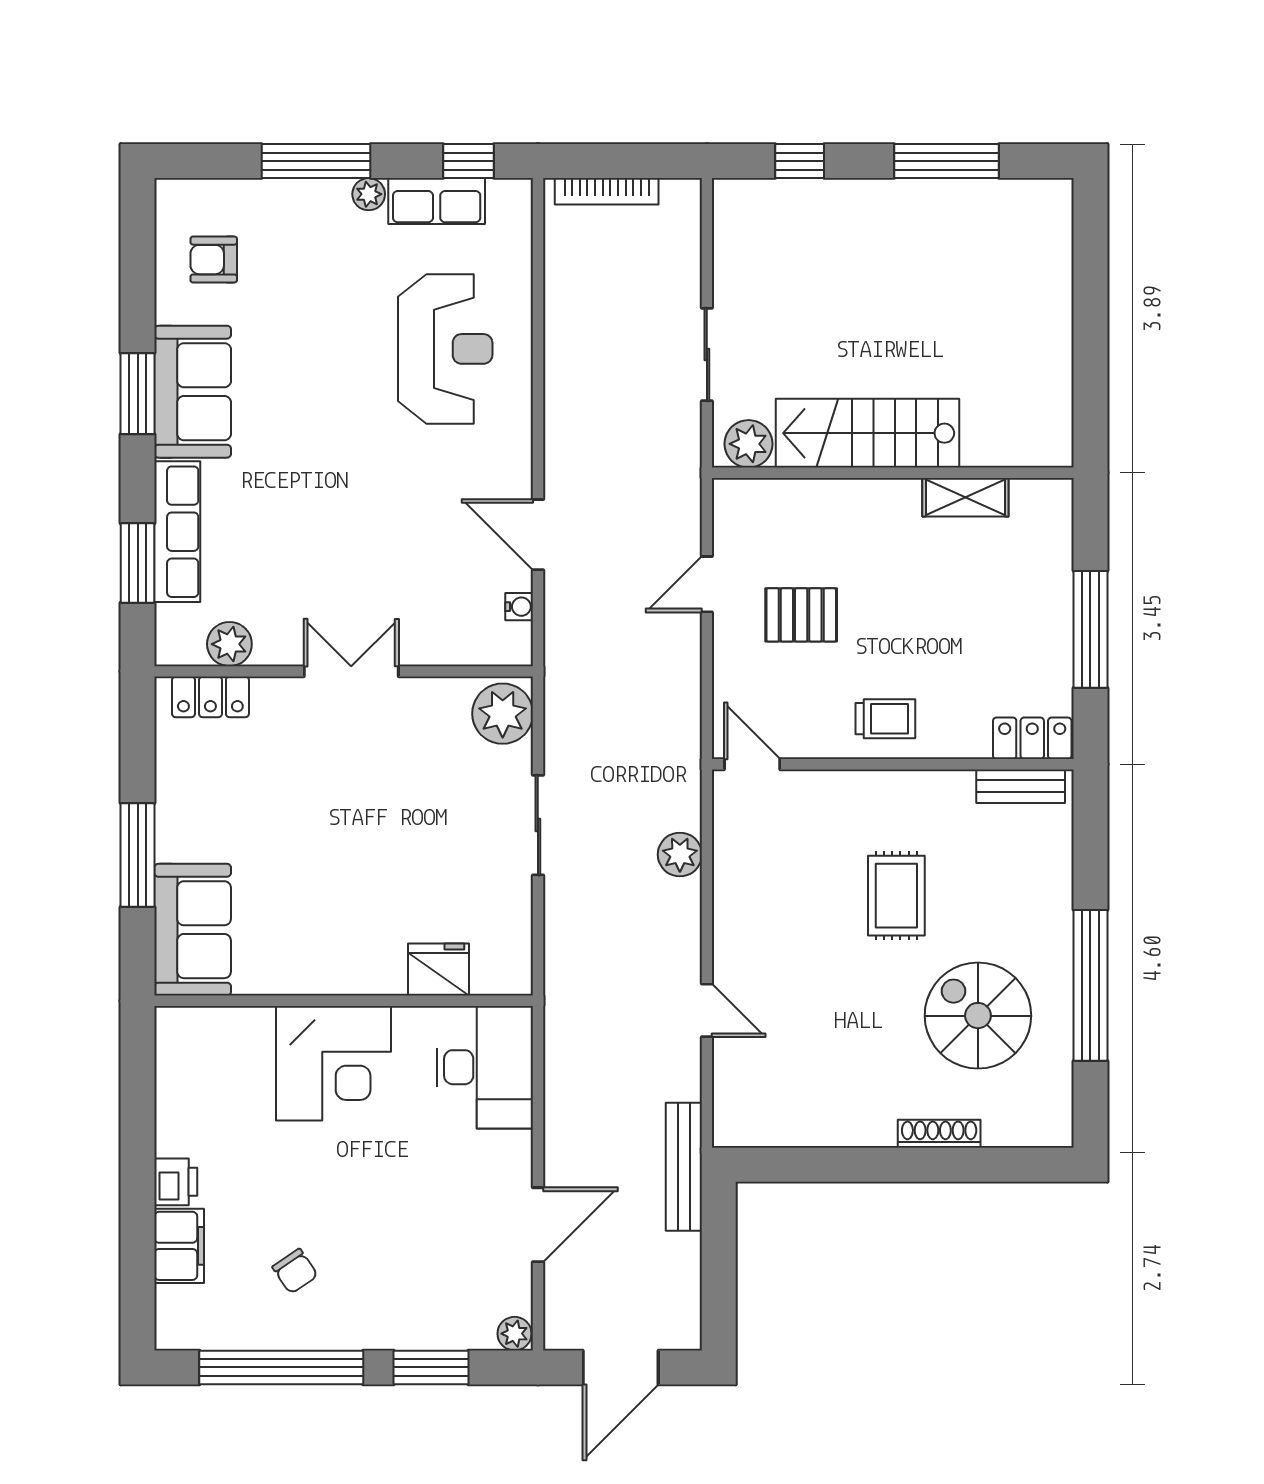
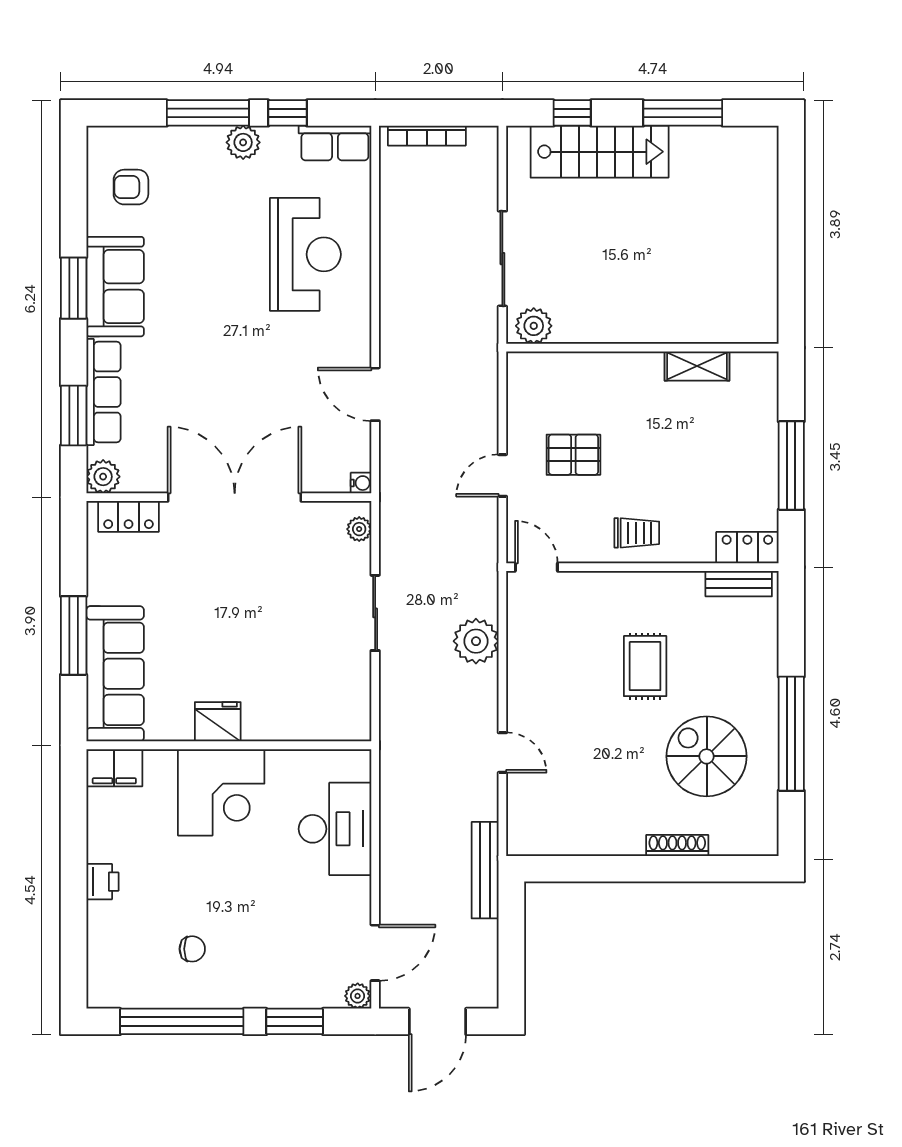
window: (469, 161) -> (288, 113), moved
plant: (369, 194) -> (243, 142), width x1.38, depth x1.38
row of seats: (437, 201) -> (335, 143), moved
sliding door: (707, 354) -> (502, 259), width x1.37
stairs: (867, 433) -> (600, 152), moved, turned 180
door: (707, 584) -> (502, 475), moved
water cooler: (519, 607) -> (361, 483), moved
plant: (229, 644) -> (103, 477), moved
double door: (351, 671) -> (235, 497), width x1.87
plant: (503, 714) -> (359, 529), width x0.53, depth x0.53
plant: (680, 855) -> (476, 641), width x1.36, depth x1.36
sofa: (193, 930) -> (115, 674), width x1.36
fridge: (438, 970) -> (218, 722), moved
desk: (485, 1067) -> (335, 829), moved
door: (538, 1225) -> (375, 953), moved
filing cabinet: (179, 1246) -> (114, 768), moved, turned 90
chair: (295, 1271) -> (192, 949), turned -56

